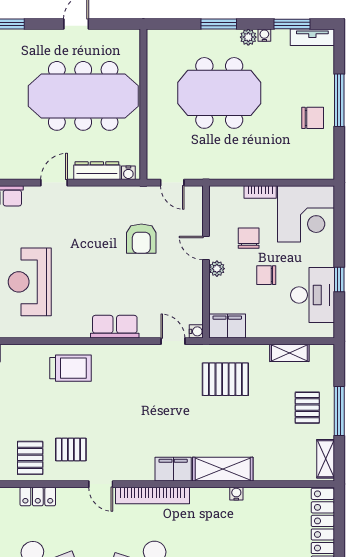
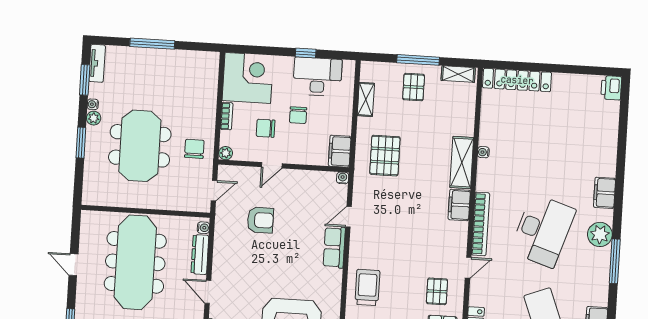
chair: (313, 118) -> (194, 149), moved
plant: (217, 269) -> (226, 153), moved
door: (173, 341) -> (349, 217), moved
pallet: (307, 408) -> (414, 87), turned 90

